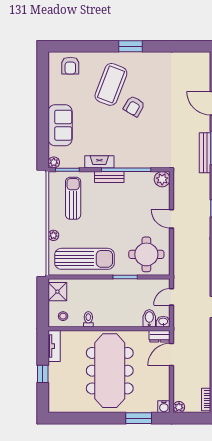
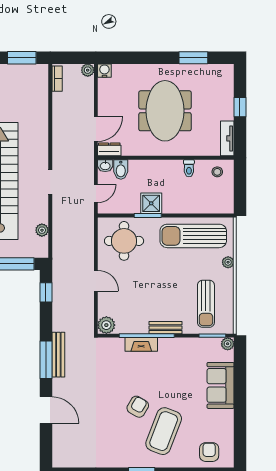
fireplace: (99, 162) -> (141, 344), moved
shower: (57, 292) -> (151, 203), moved
meeting table: (110, 371) -> (165, 111), width x0.73
window: (139, 418) -> (193, 58), moved

